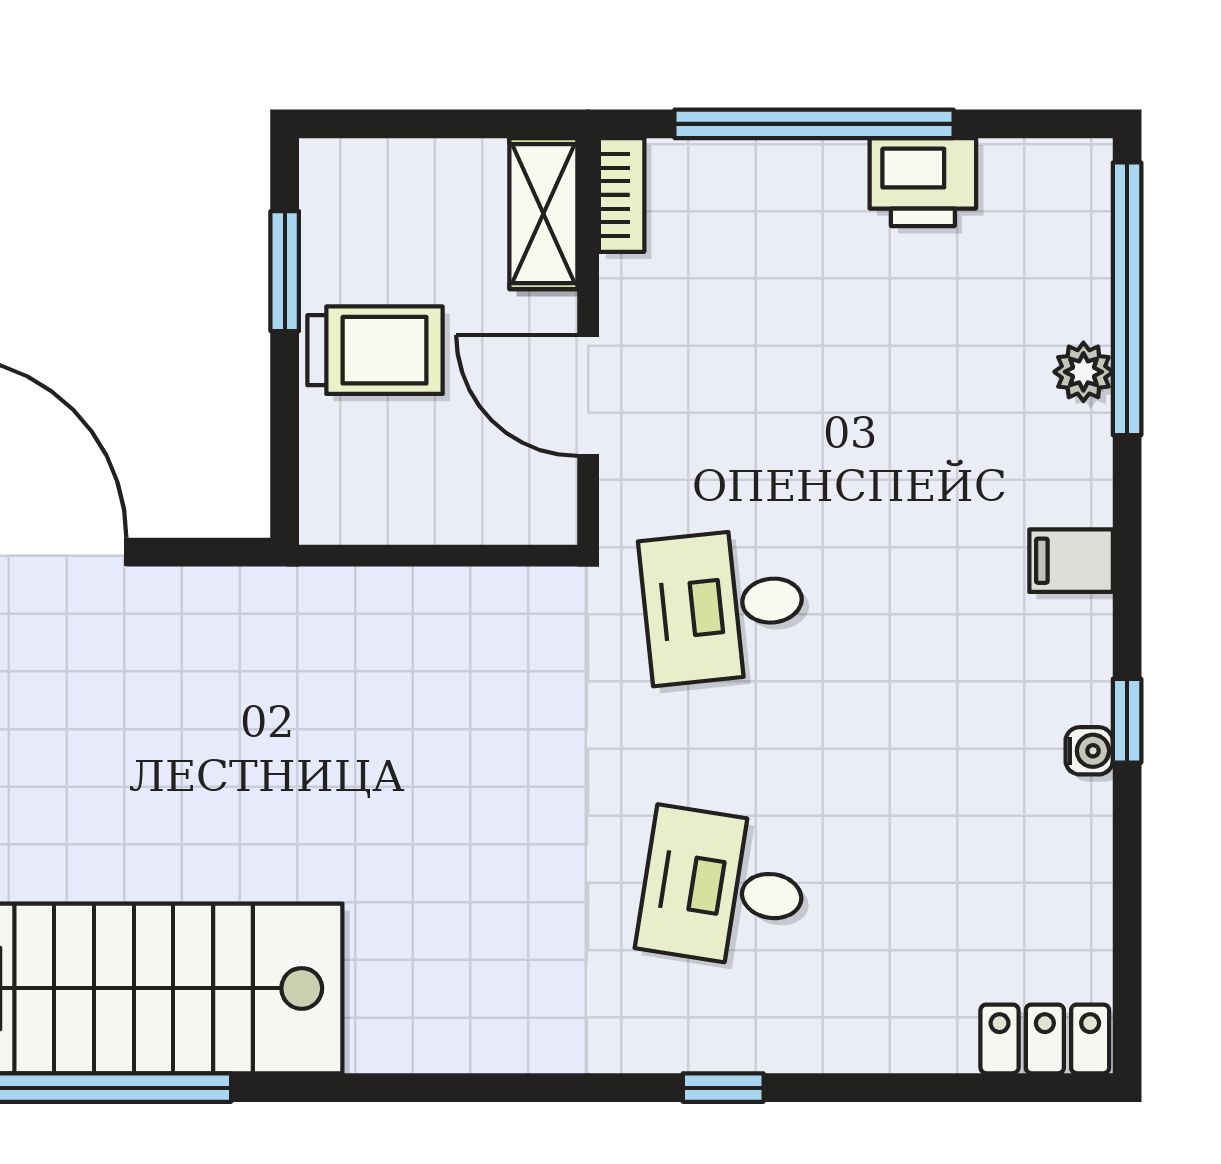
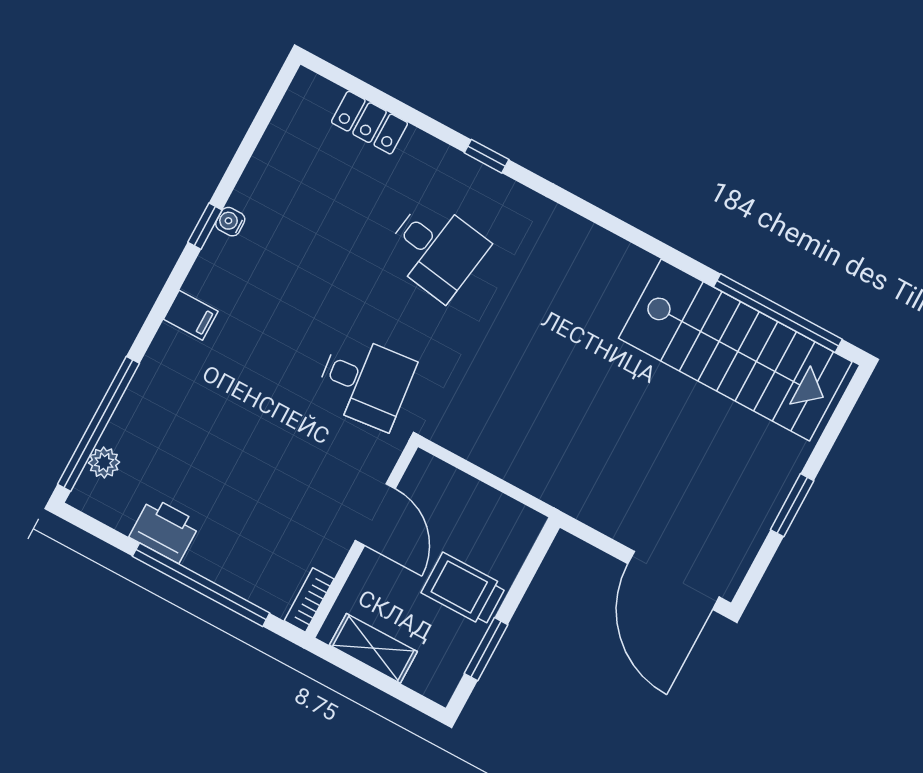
shelving: (543, 214) -> (373, 648), moved, turned 90
plant: (1083, 372) -> (104, 463), moved
locker: (1045, 1039) -> (370, 123), moved

